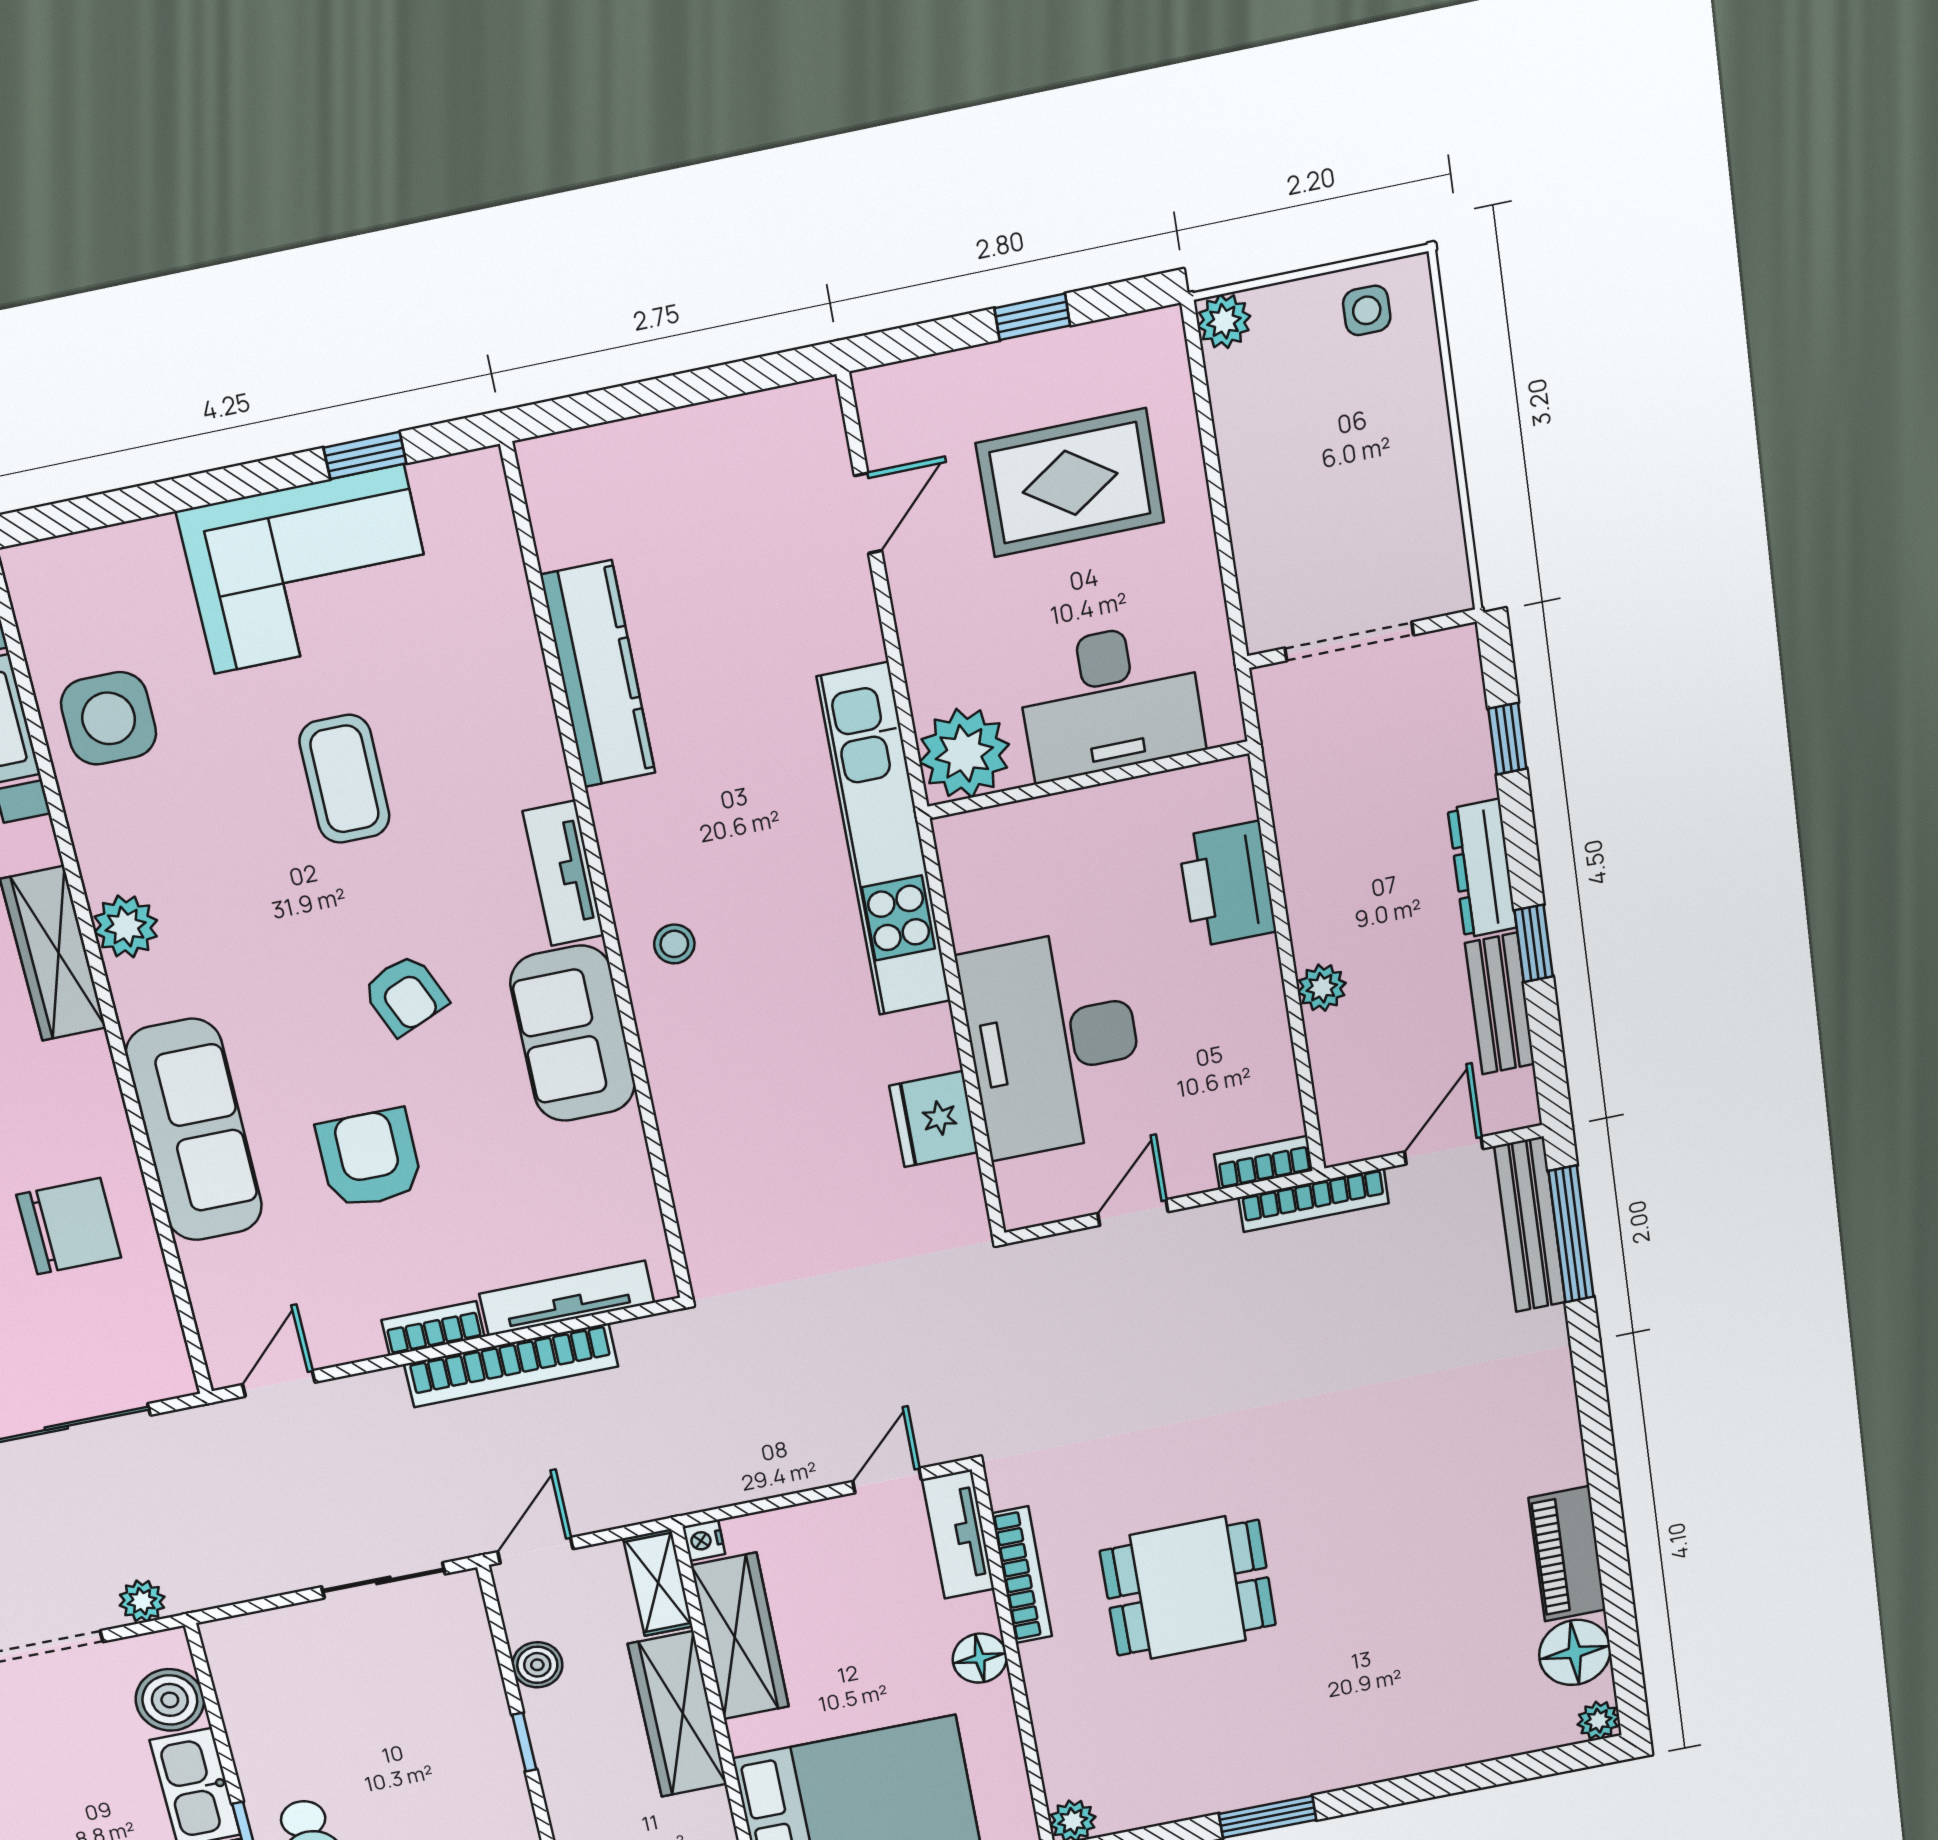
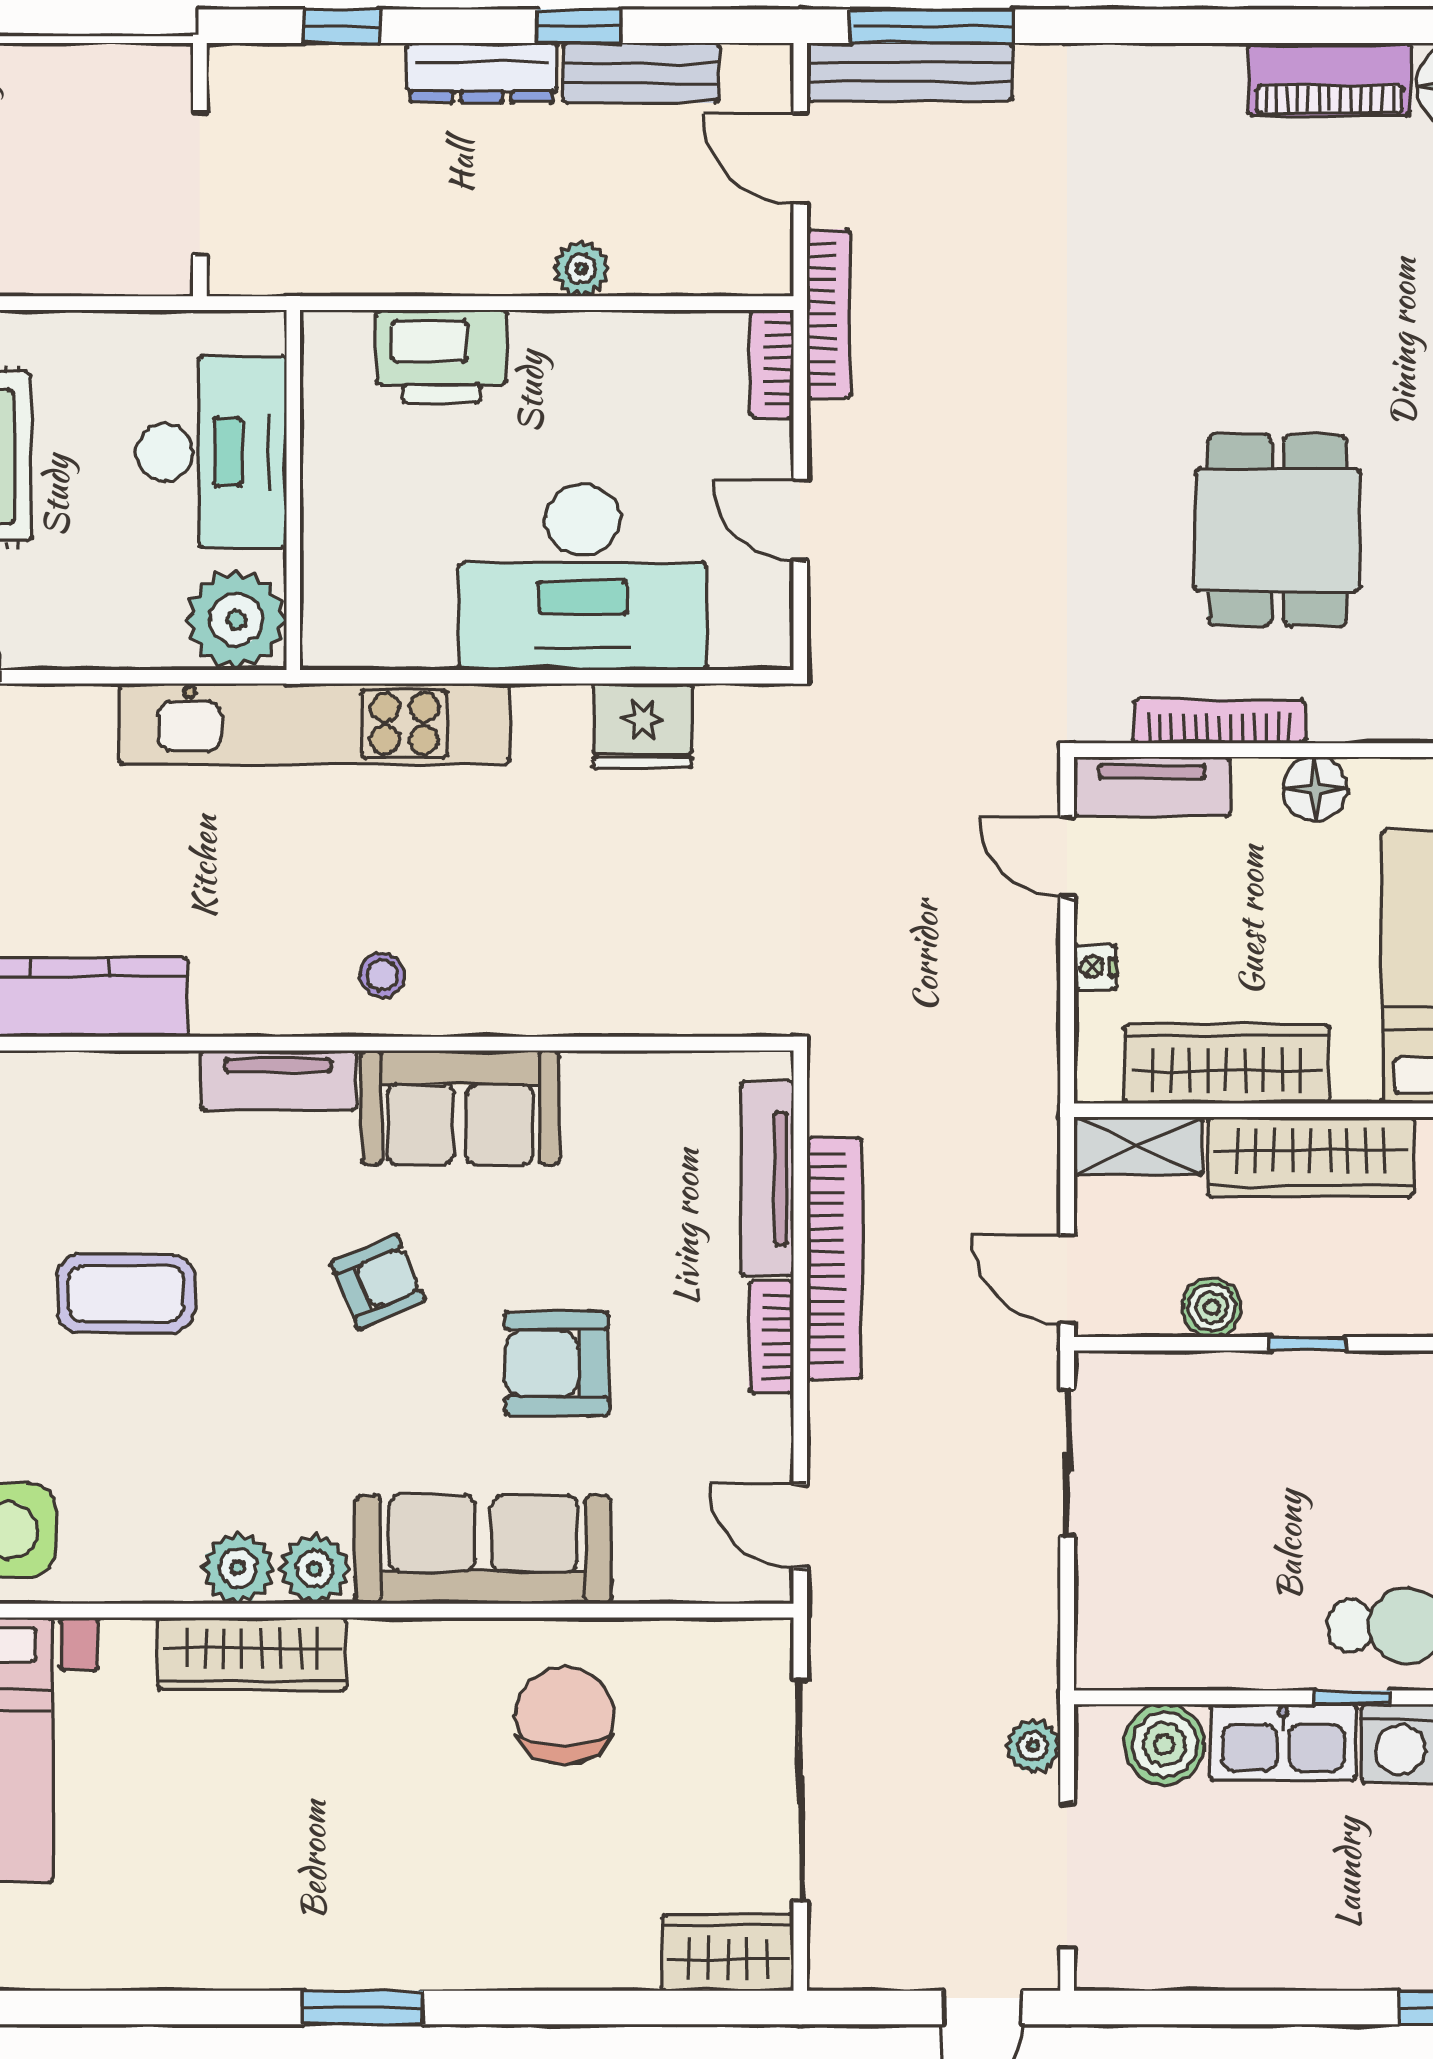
plant: (141, 992) -> (315, 1569), added
nightstand: (704, 1540) -> (1095, 967), moved, turned 90

